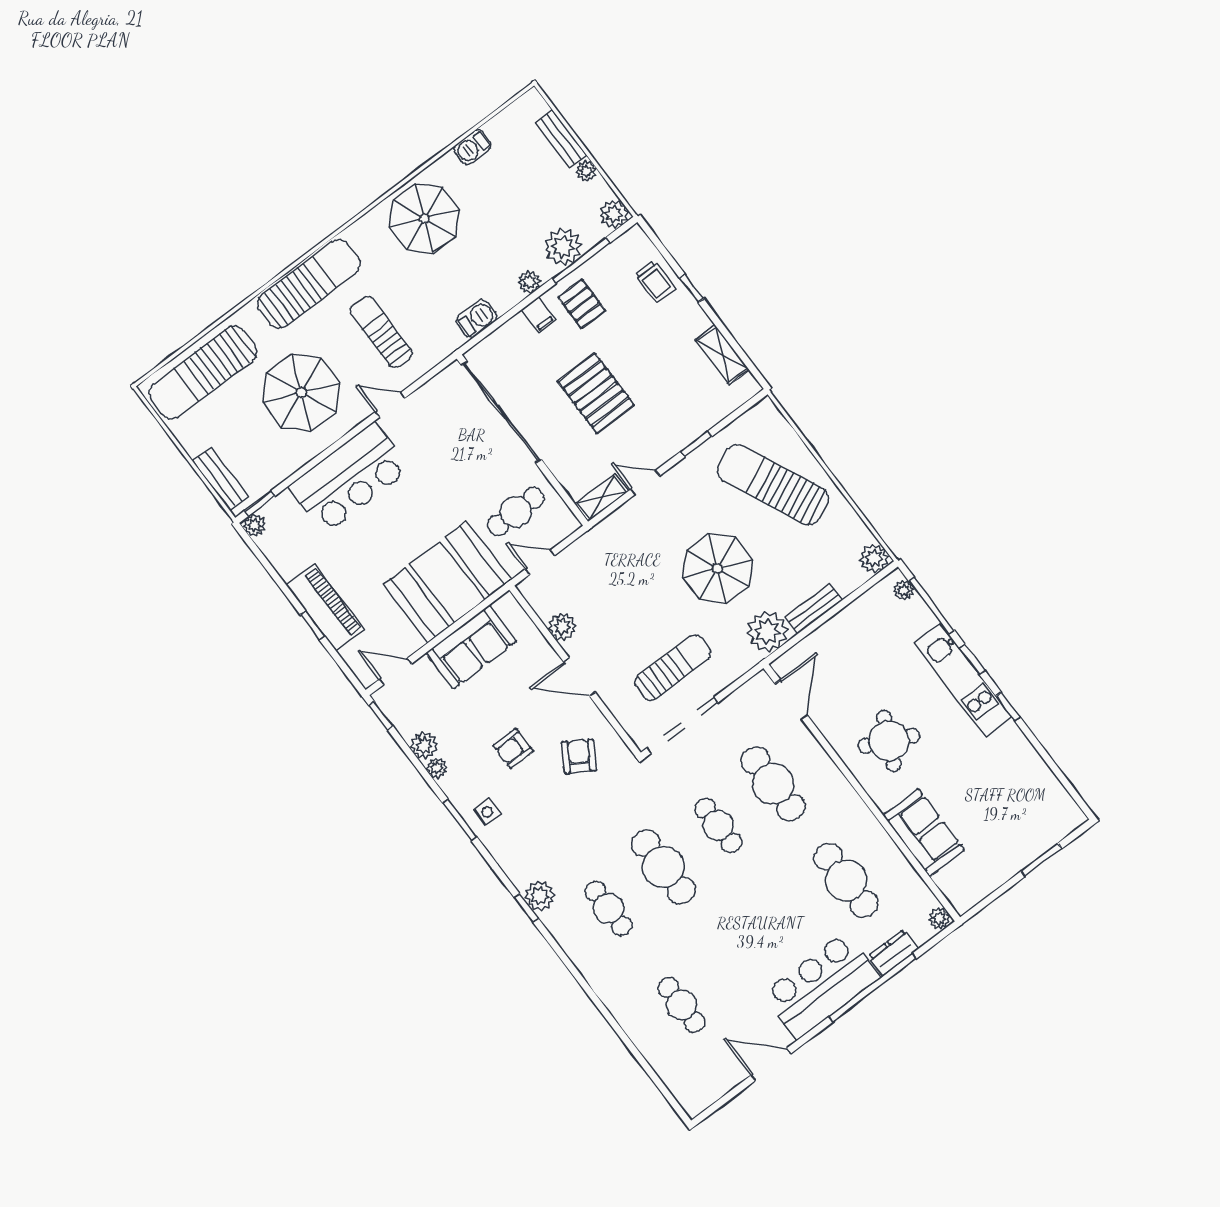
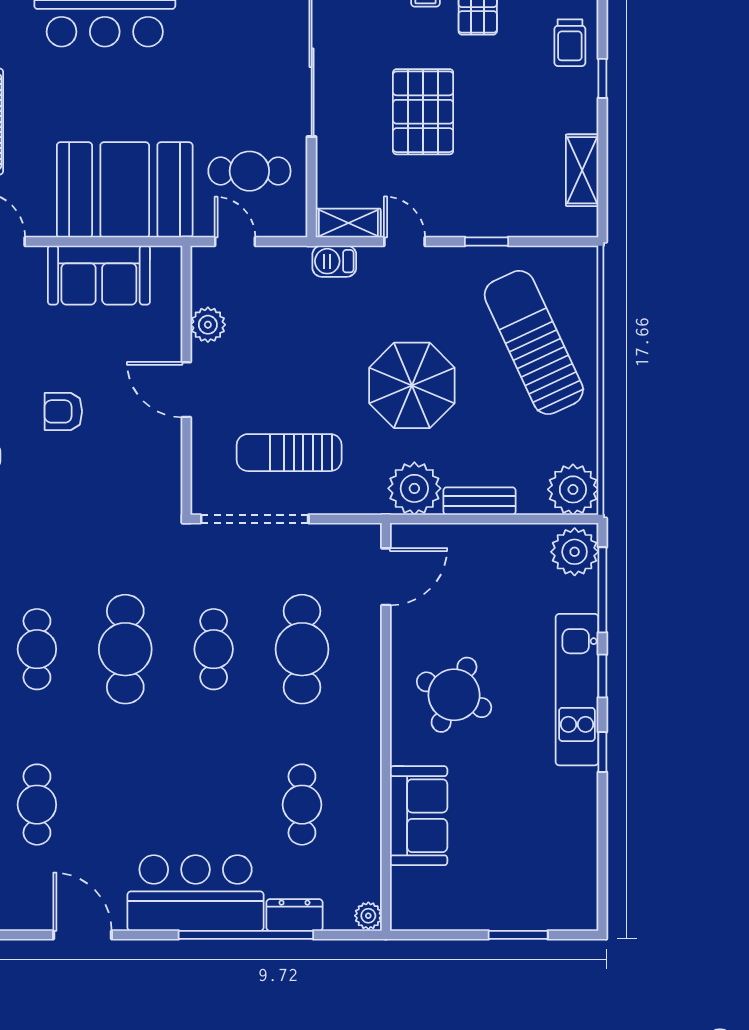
barbecue: (611, 528) -> (334, 261), added
plant: (874, 558) -> (573, 489), width x1.36, depth x1.36
plant: (904, 590) -> (575, 552), width x1.88, depth x1.88
sun lounger: (673, 668) -> (289, 453), turned 180
armchair: (579, 756) -> (124, 470), removed
cafe table: (846, 880) -> (302, 805), width x0.73, depth x0.74

